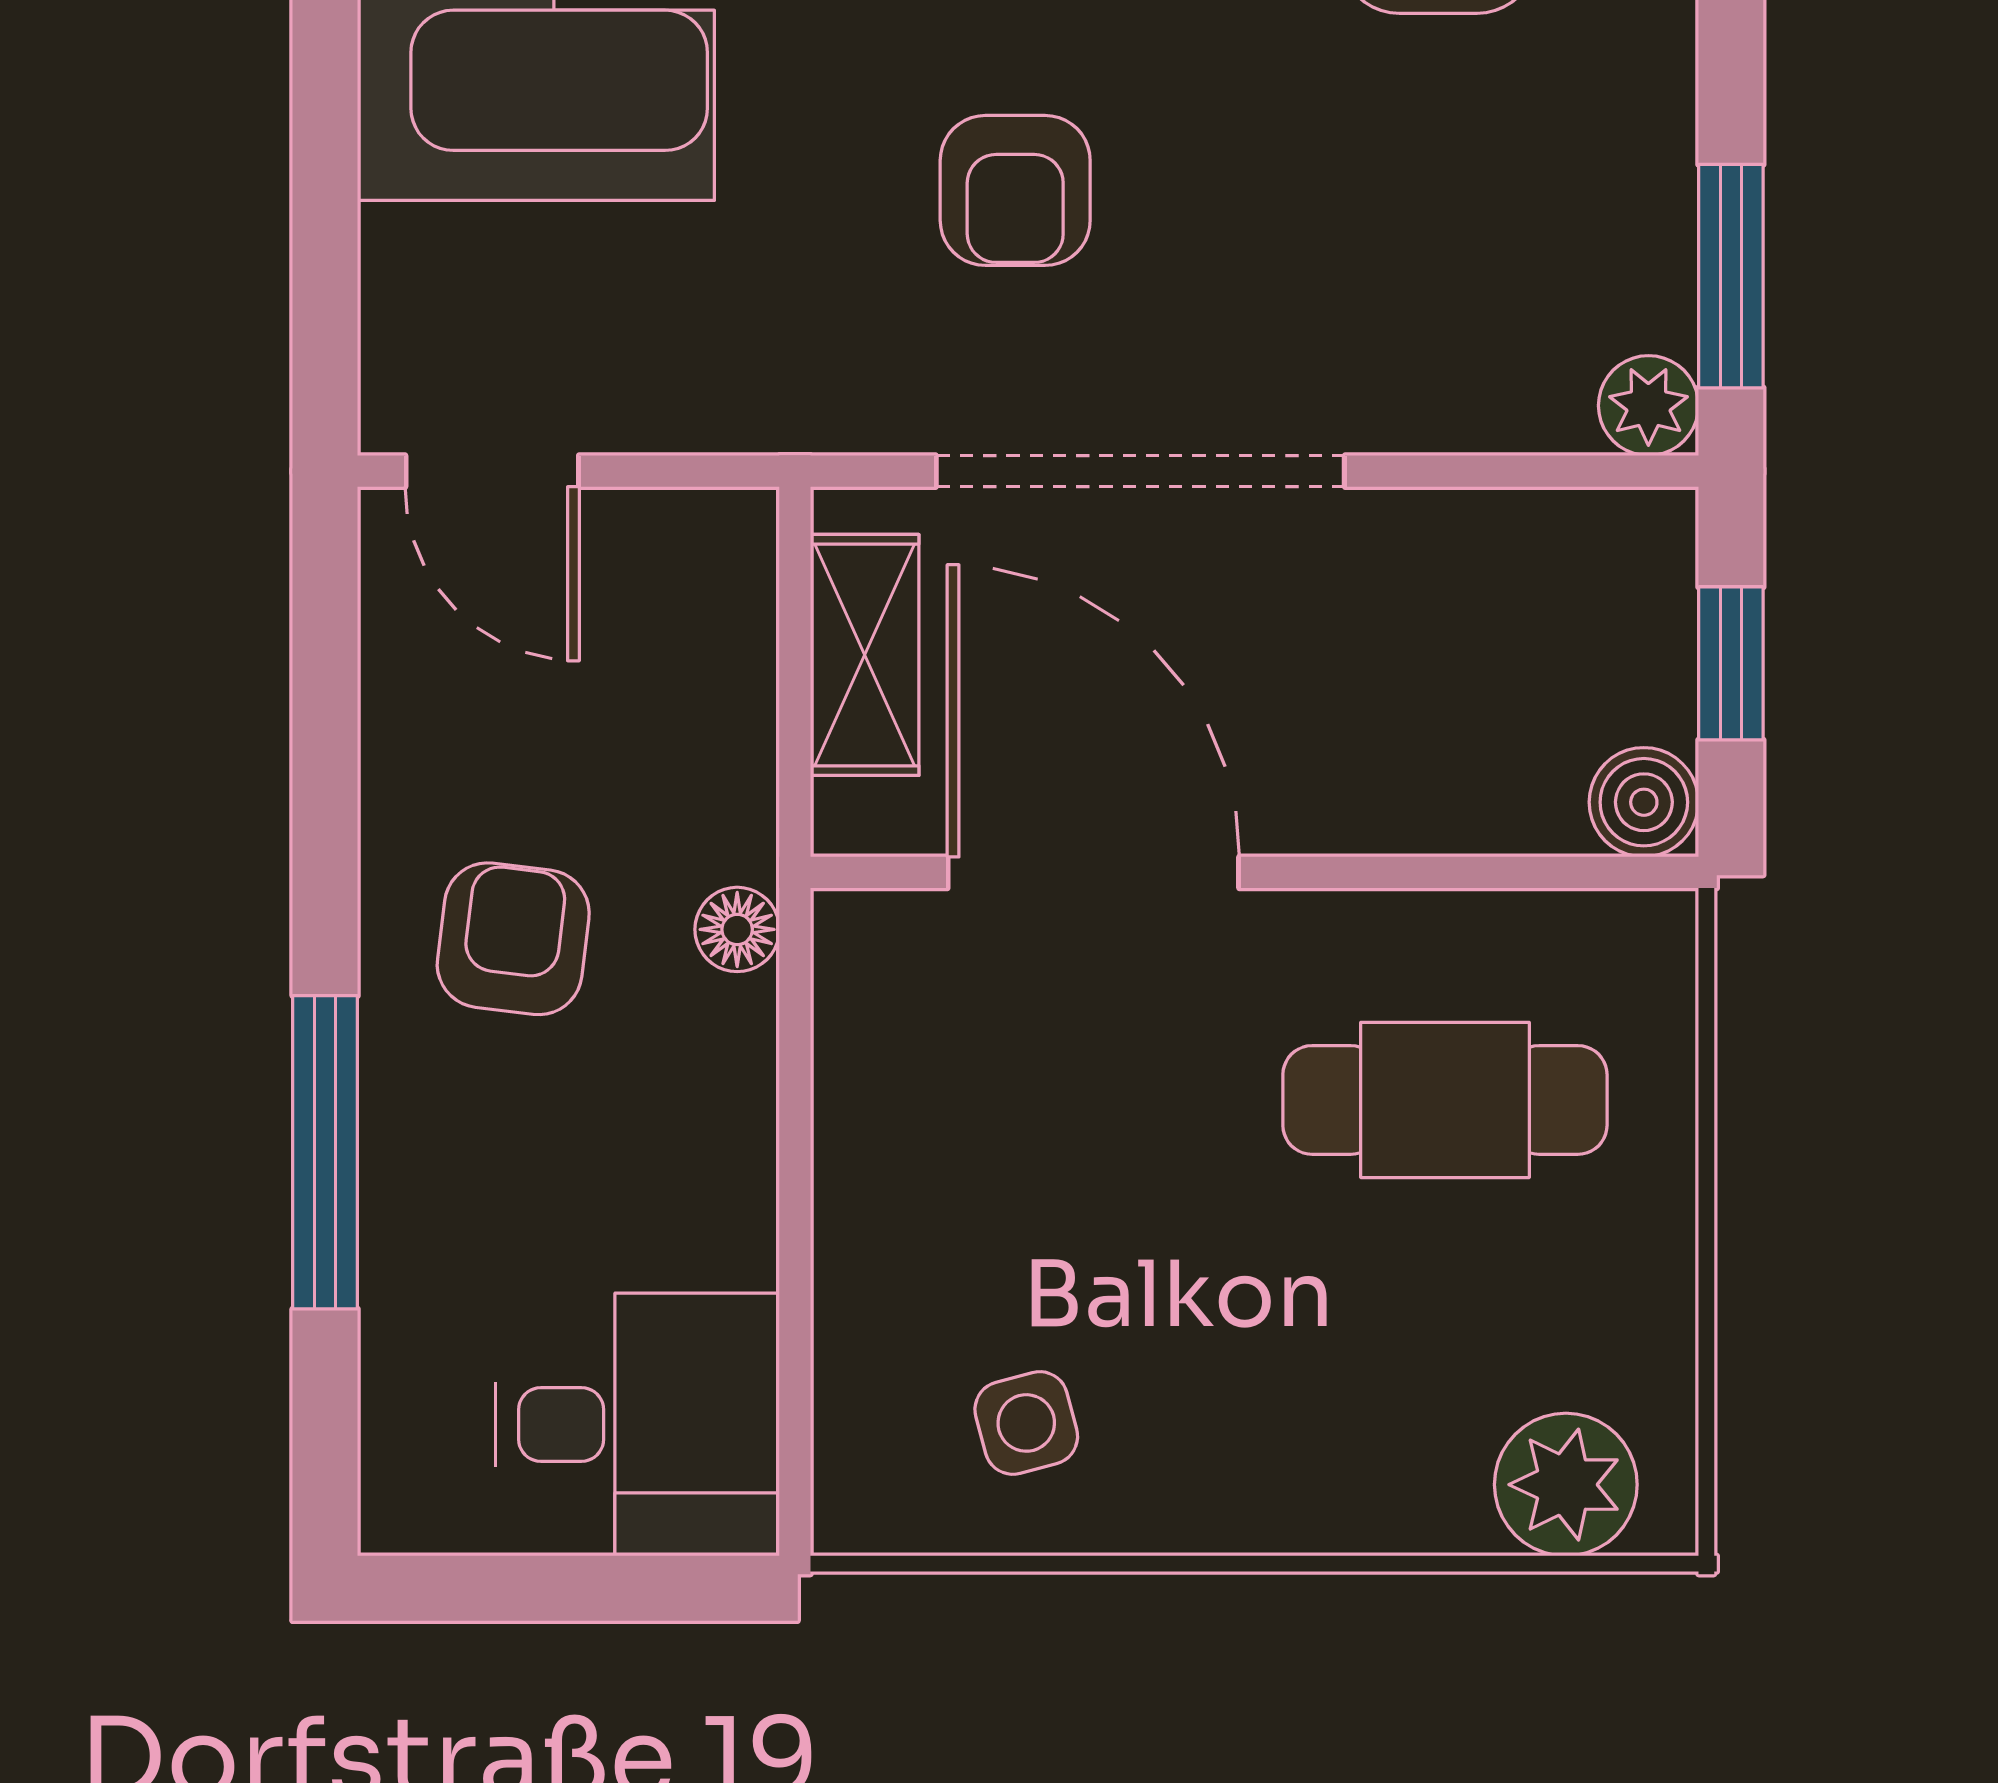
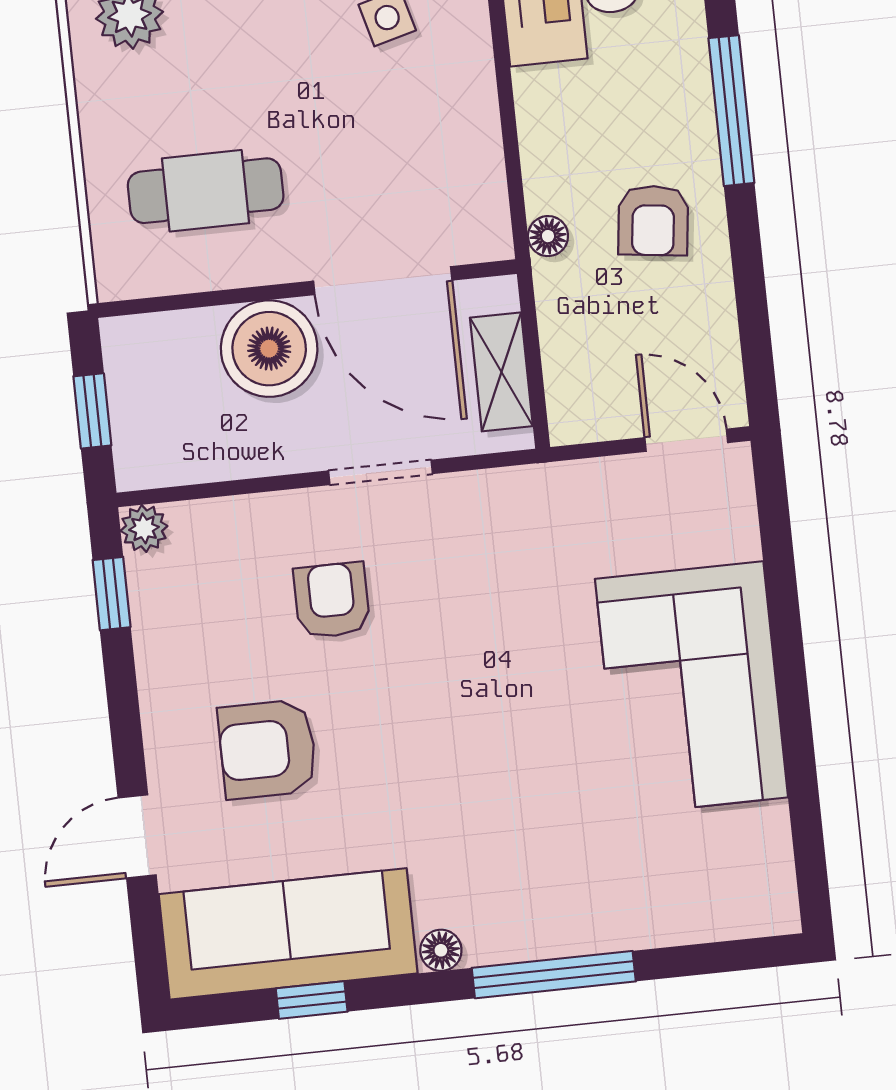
armchair: (1015, 190) -> (332, 600), moved
window: (1731, 276) -> (112, 594), width x0.67
doorway: (1140, 471) -> (380, 472), width x0.53
boiler: (1644, 802) -> (269, 349), moved, width x1.86, depth x1.86

